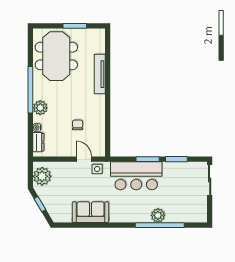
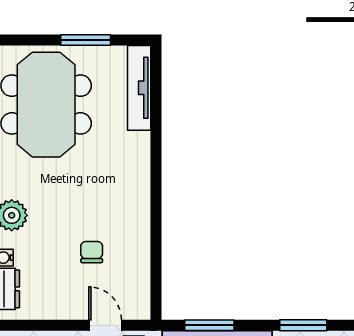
tv unit: (100, 74) -> (139, 88), moved
window: (148, 159) -> (209, 325), moved

